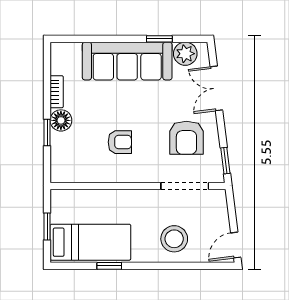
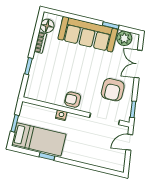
floor lamp: (61, 120) -> (47, 26), moved
armchair: (120, 142) -> (73, 100), moved, turned 180
nightstand: (116, 196) -> (61, 115), added
stool: (174, 239) -> (90, 150), removed
door: (236, 245) -> (129, 142), moved

